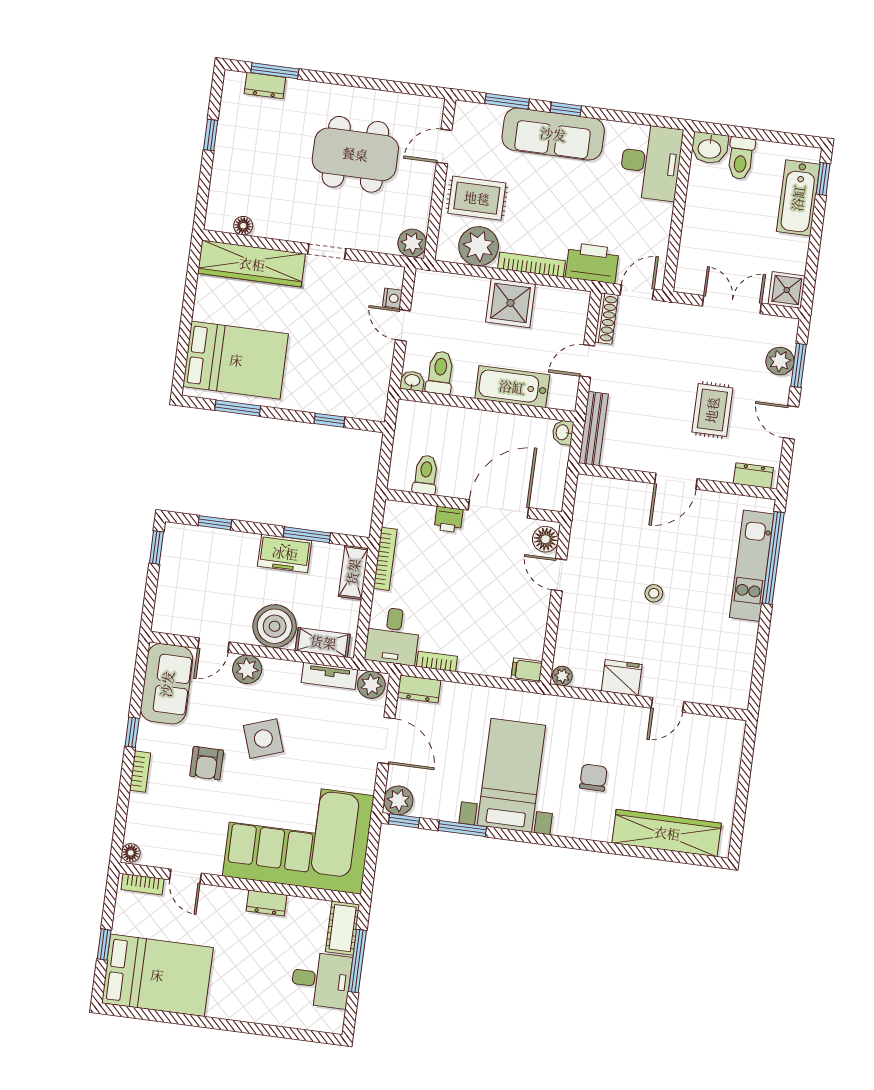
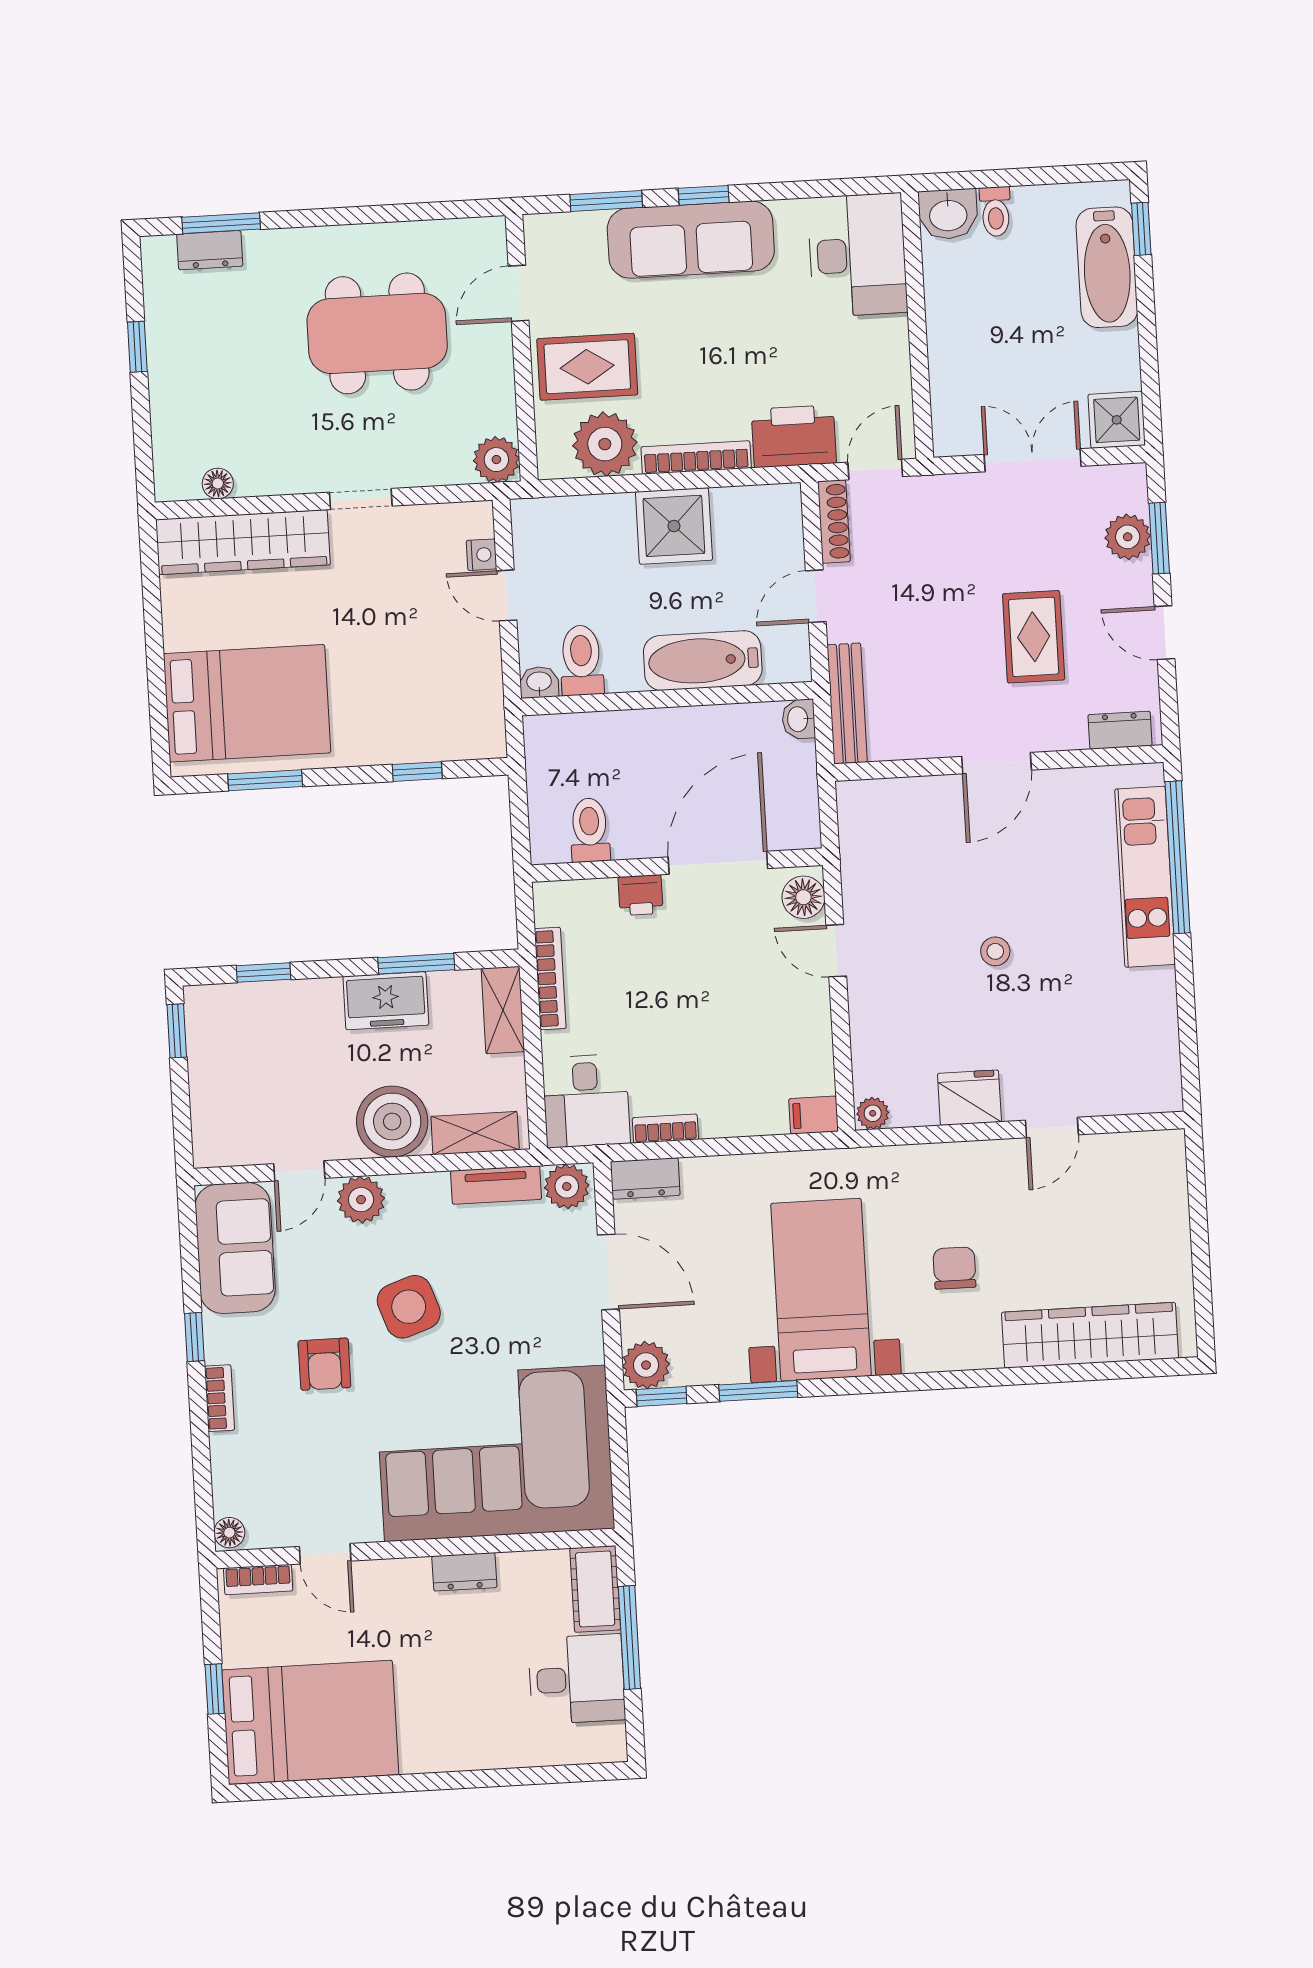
toilet: (741, 158) -> (996, 212), width x0.73, depth x0.72

